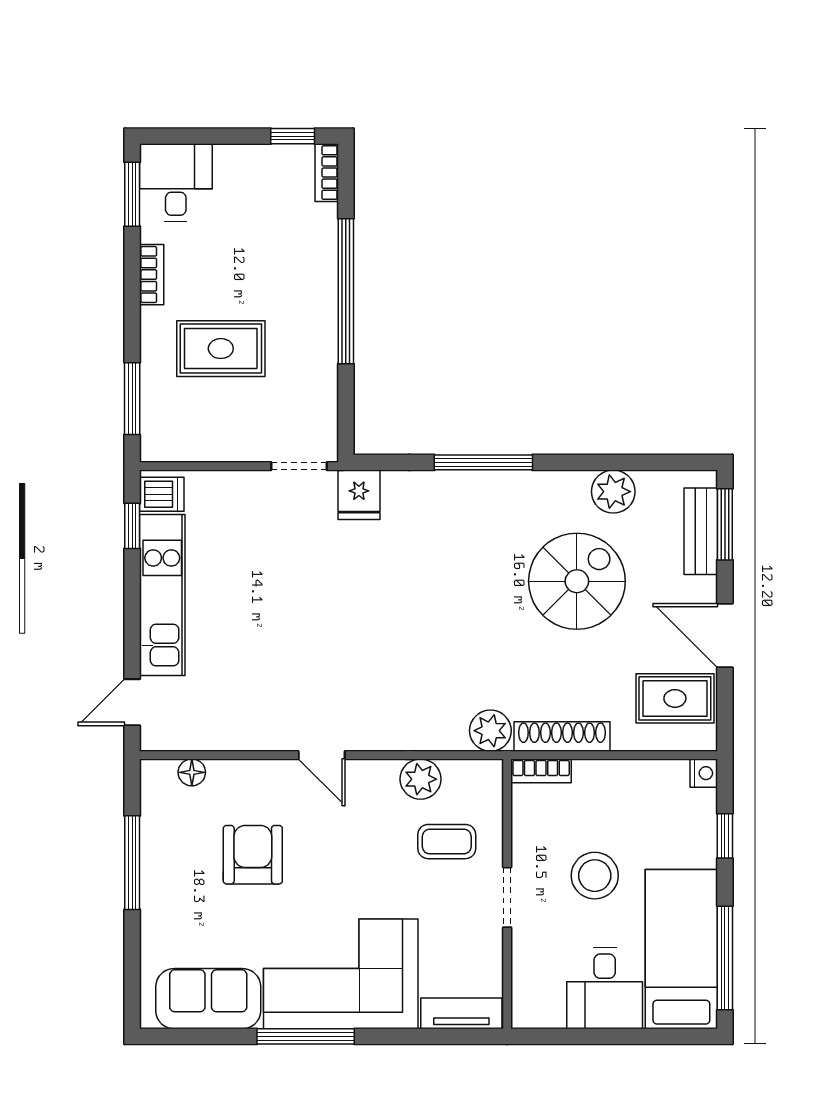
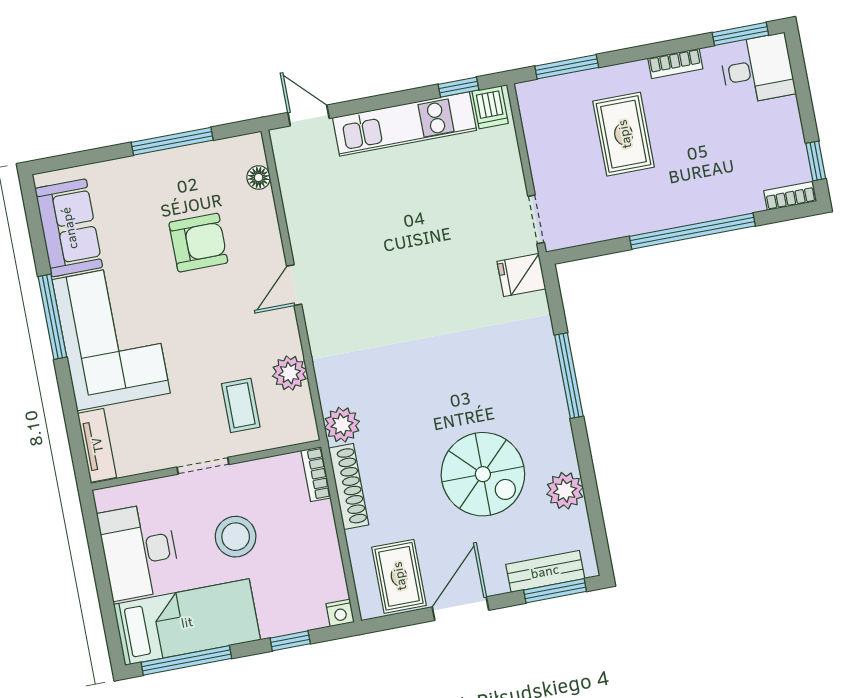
desk: (605, 988) -> (139, 551), width x1.37

